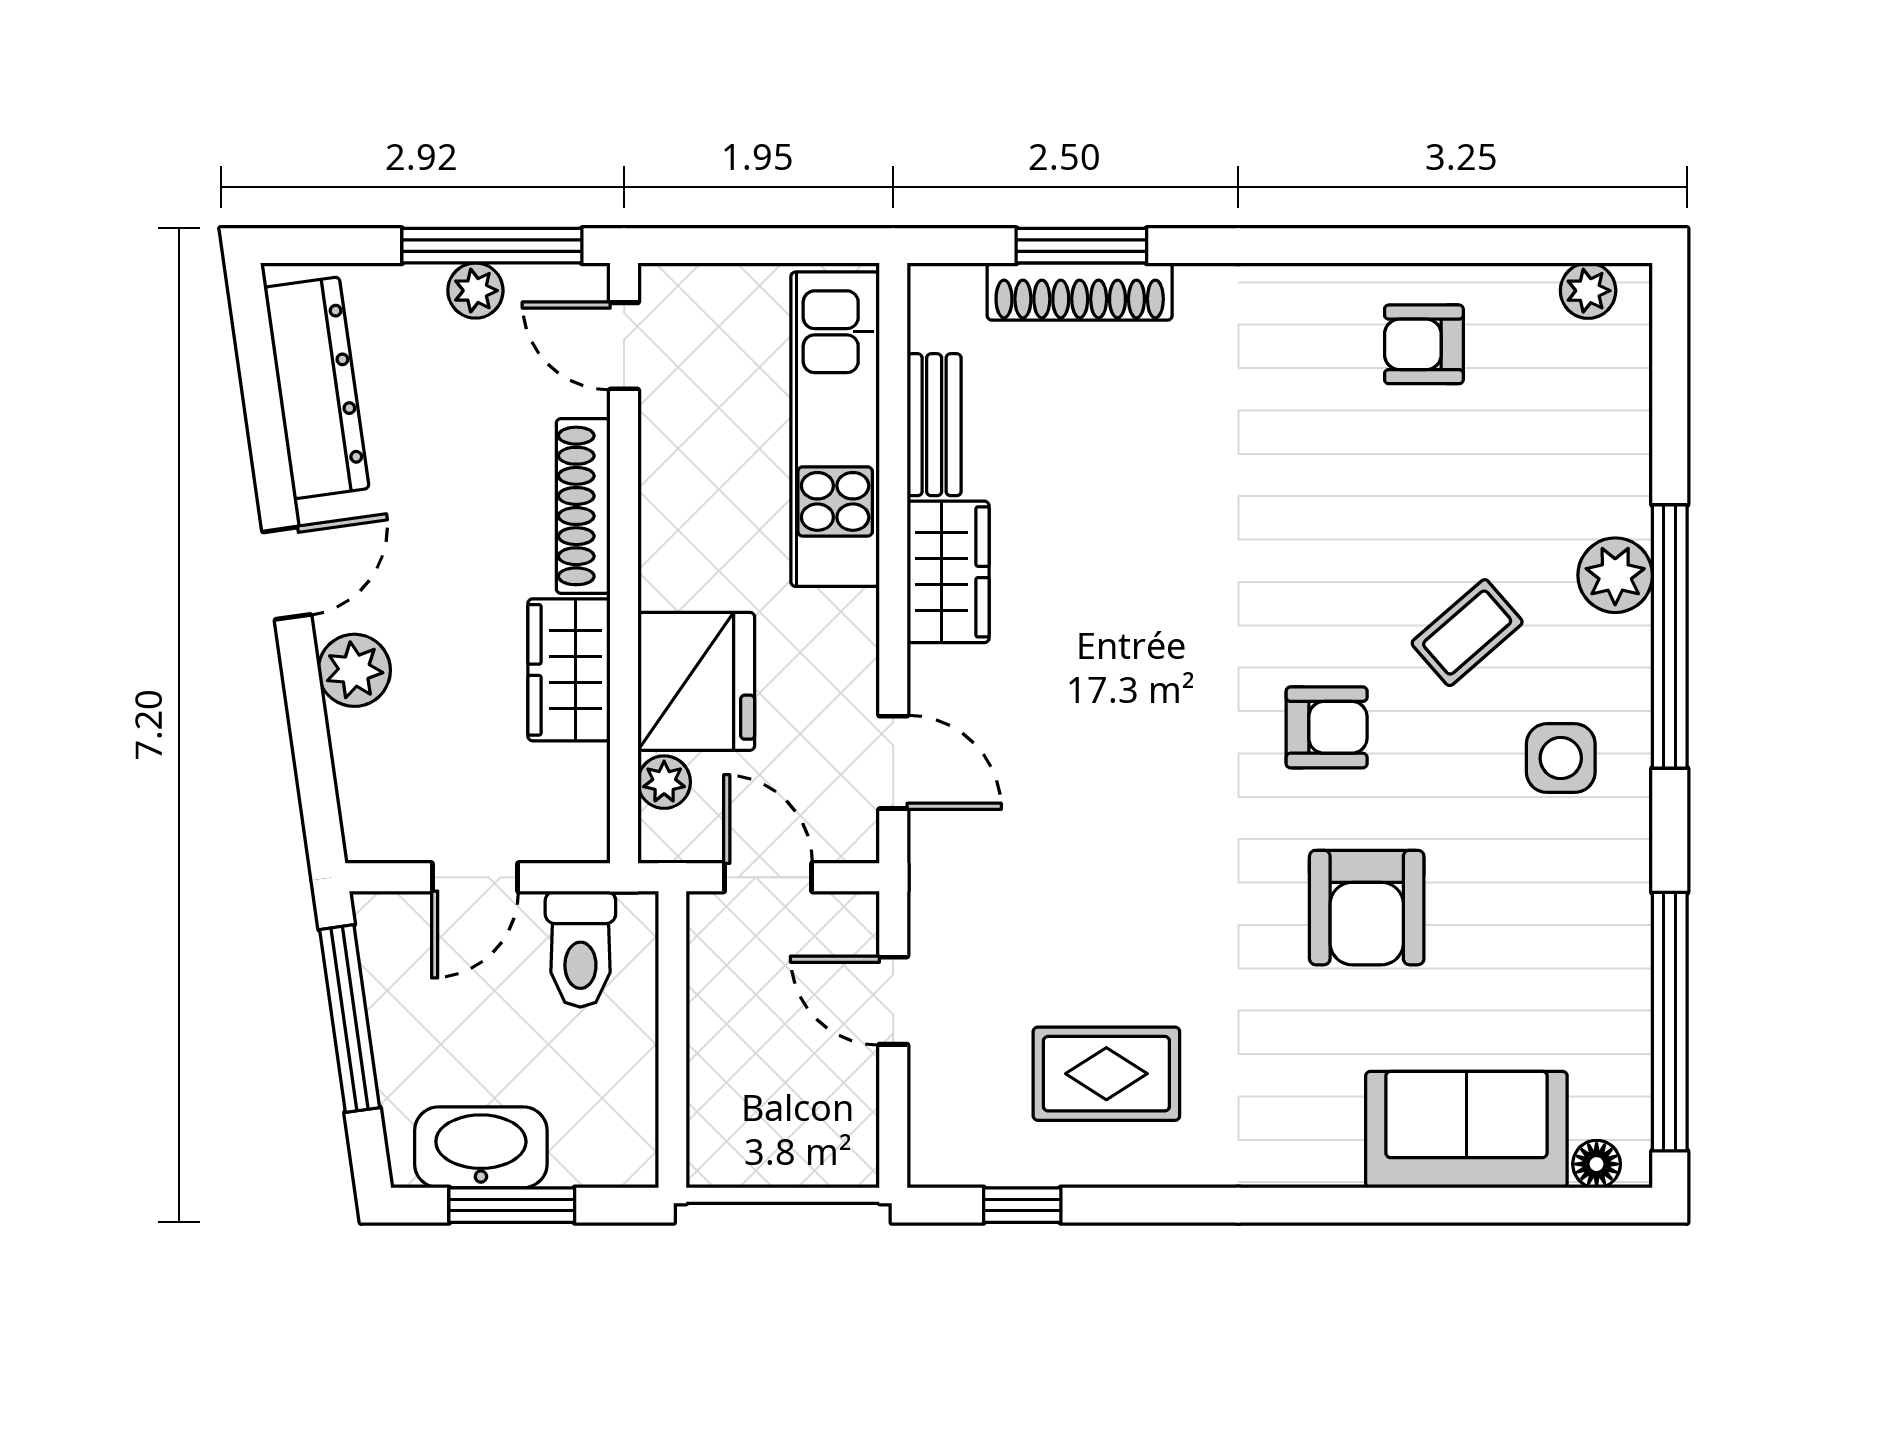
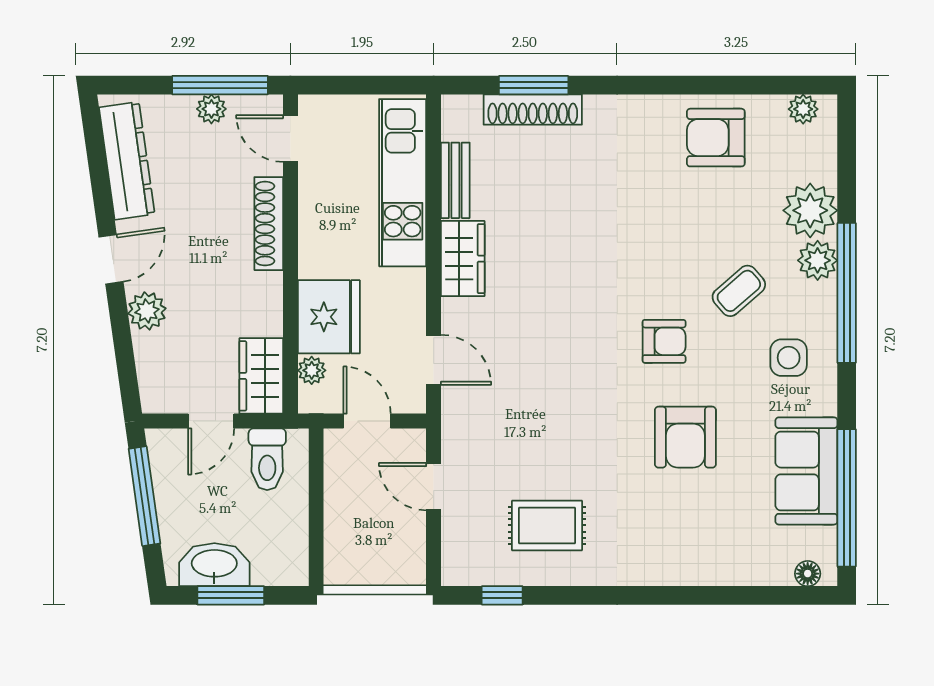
armchair: (1424, 344) -> (716, 138), width x1.38, depth x1.38
plant: (1601, 481) -> (810, 210), added
wardrobe: (569, 670) -> (261, 376), moved
sofa: (1466, 1130) -> (806, 471), moved, turned -90

